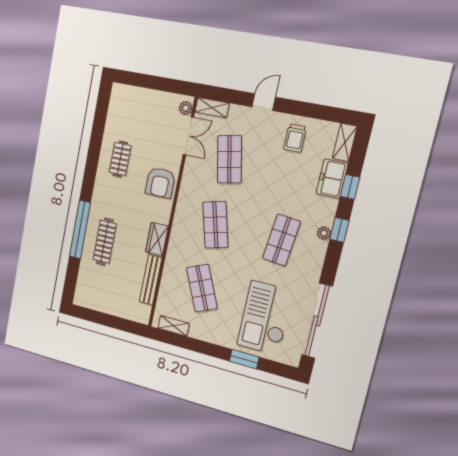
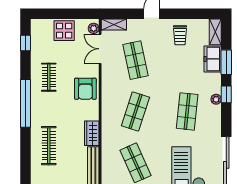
display table: (149, 104) -> (64, 31), added
window: (101, 111) -> (26, 43), added
double door: (188, 136) -> (100, 49), swing flipped
window: (350, 187) -> (226, 62), width x1.50
shop shelf: (215, 225) -> (135, 111), turned 33
window: (80, 230) -> (26, 103), moved

